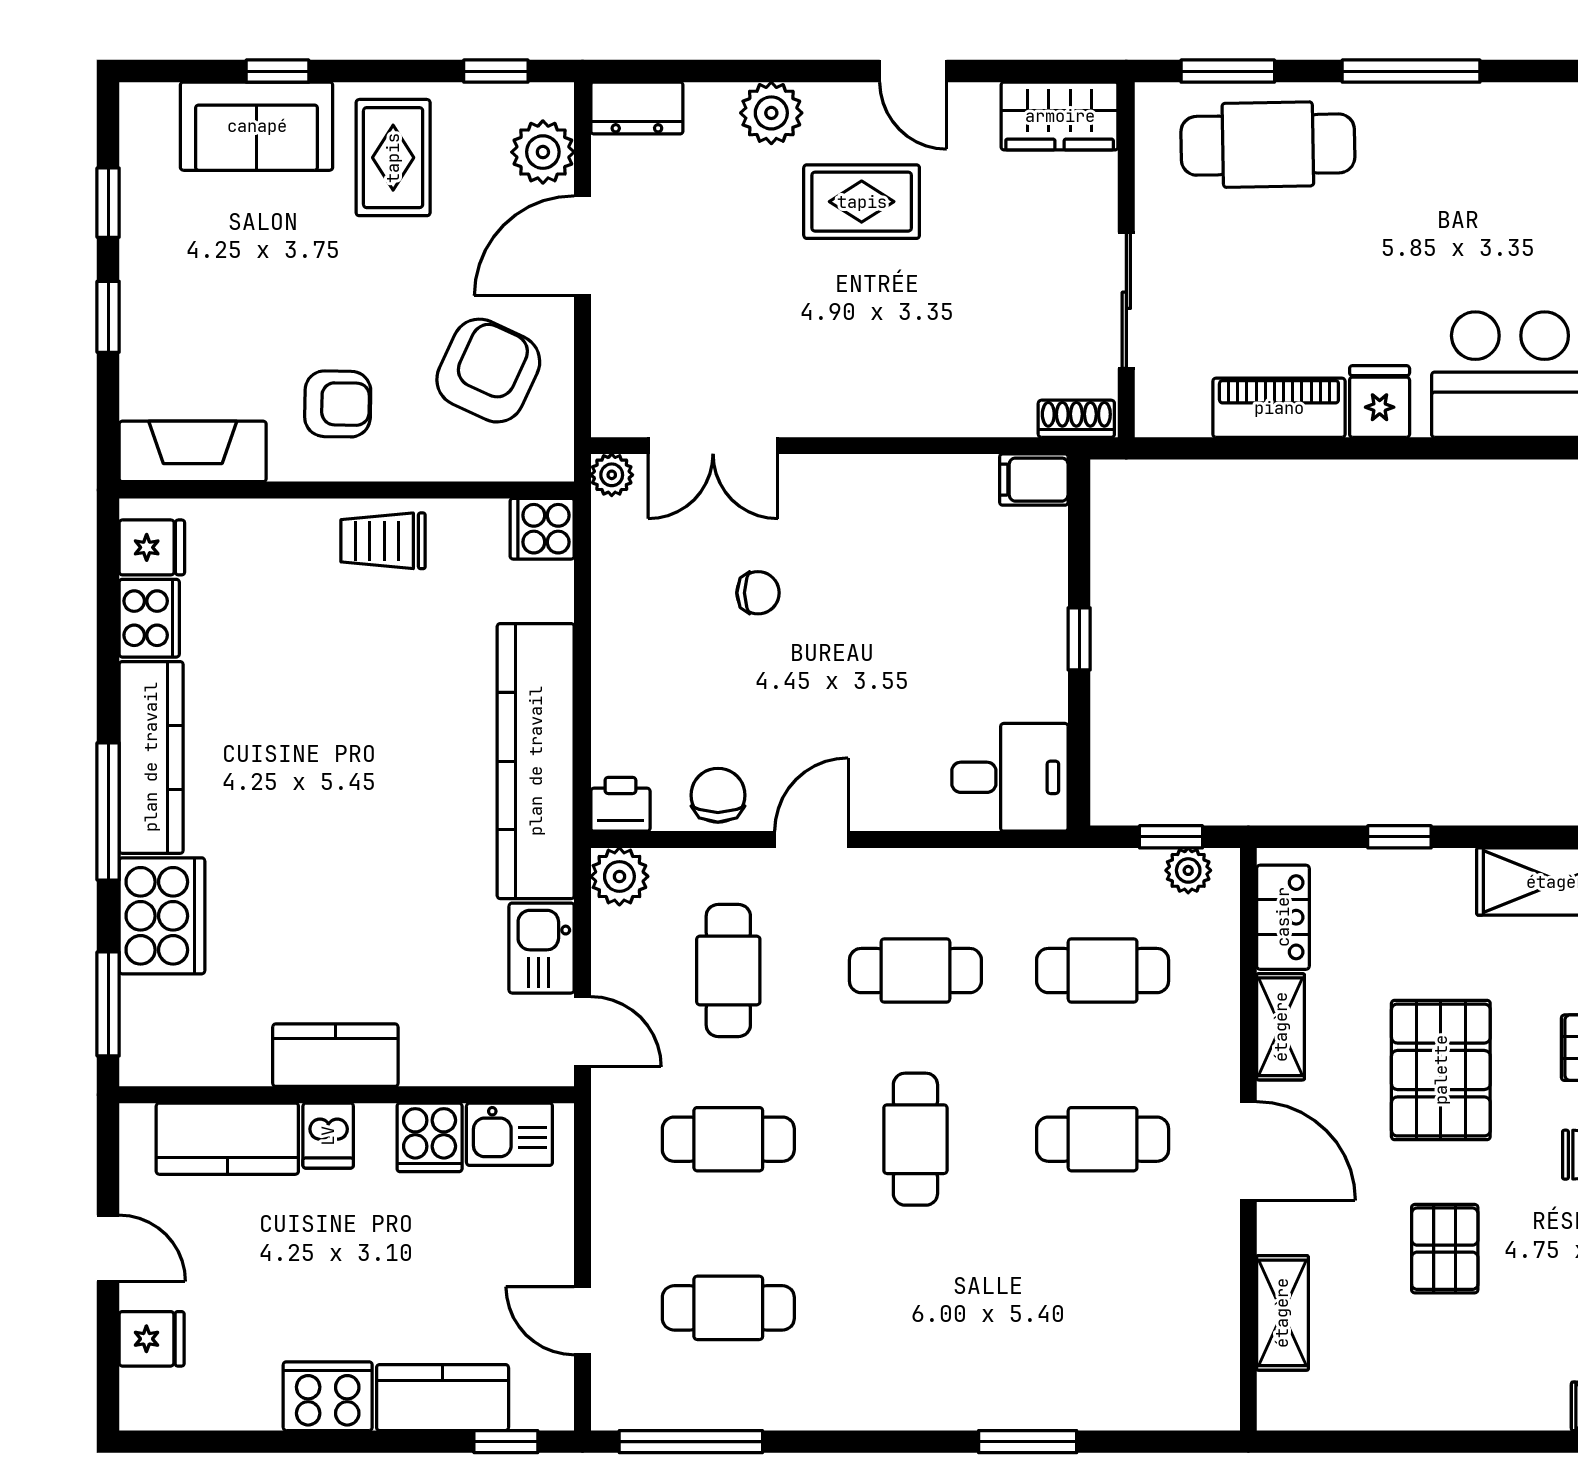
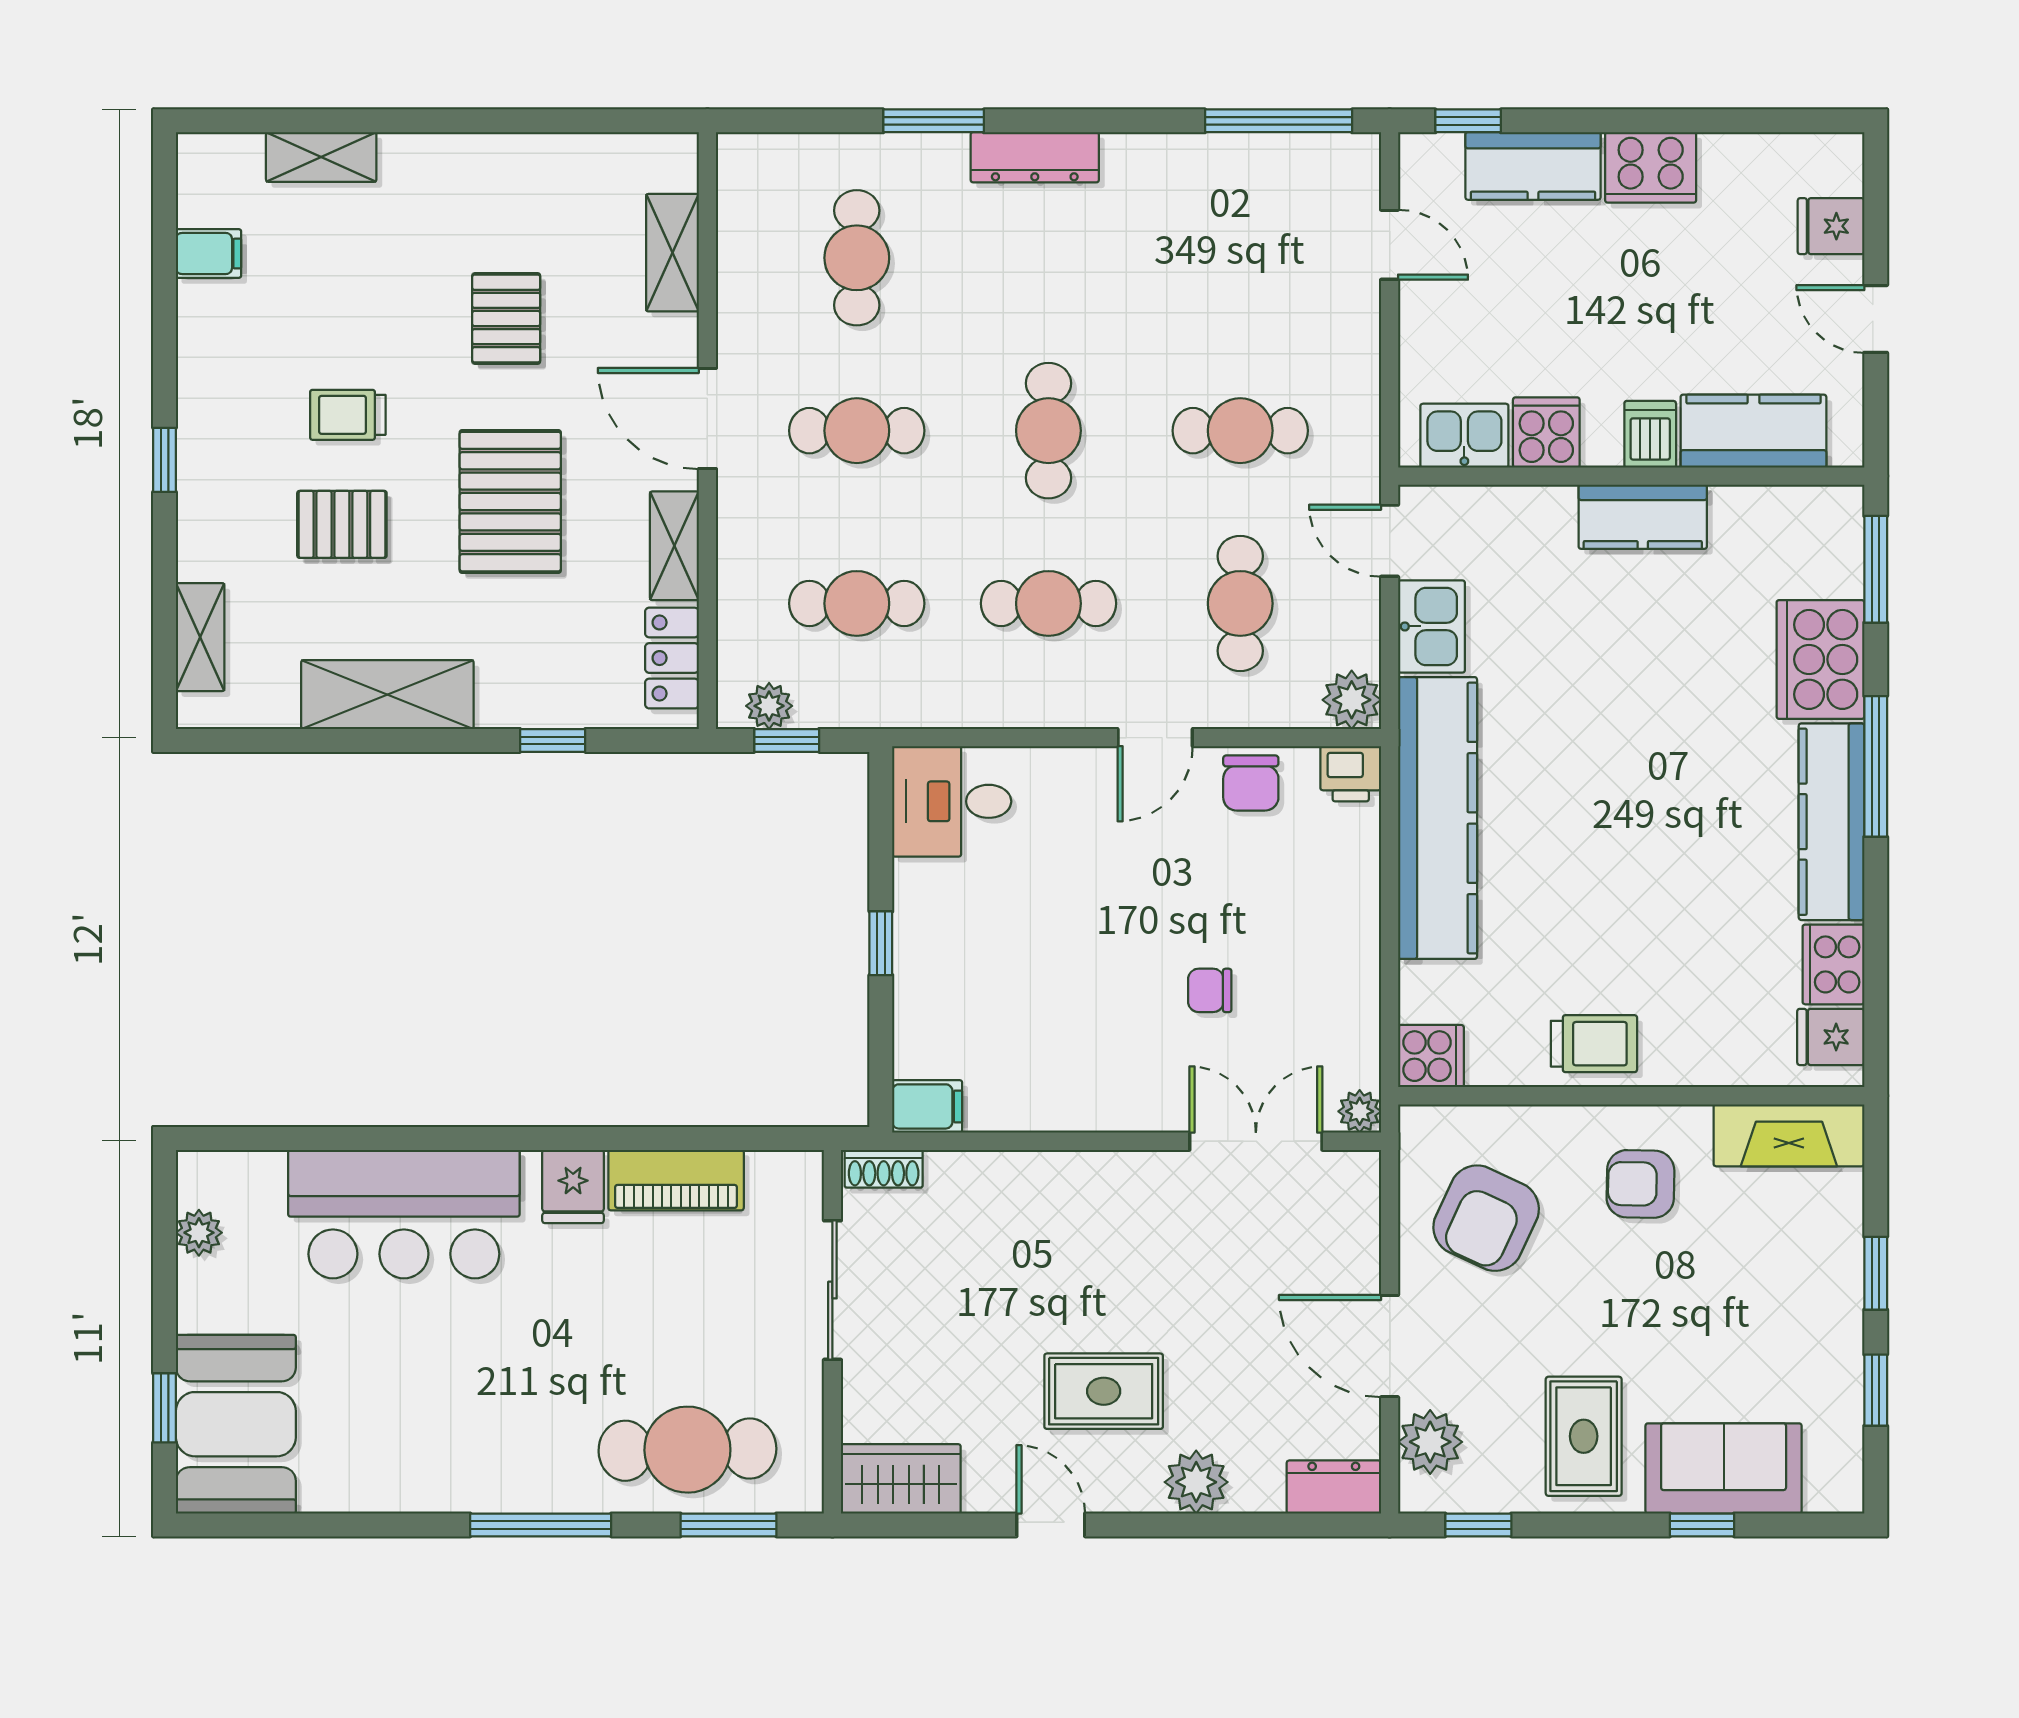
door: (583, 246) -> (1390, 1346), swing flipped
cafe table: (728, 1308) -> (857, 258), moved, turned 90
dresser: (929, 1406) -> (1035, 157), added

